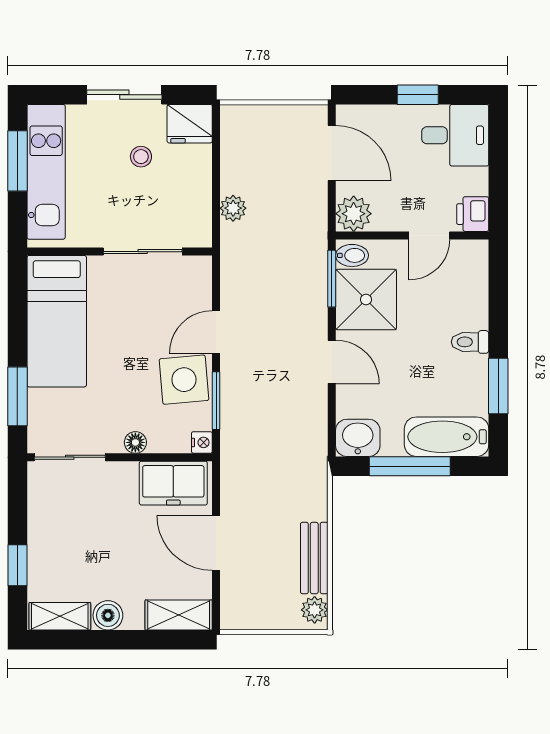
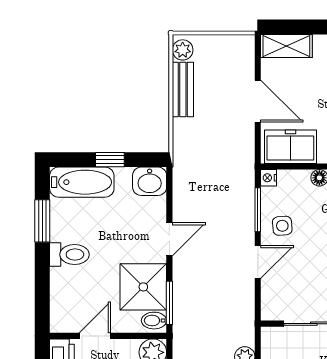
toilet: (470, 342) -> (69, 255), width x1.37, depth x1.39
door: (332, 362) -> (169, 239), swing flipped
side table: (184, 380) -> (282, 226), width x0.54, depth x0.54
window: (410, 466) -> (110, 160), width x0.46

